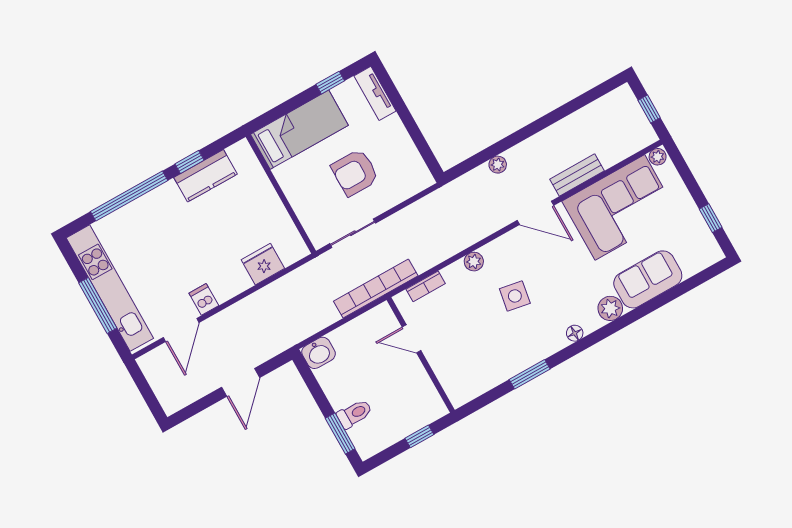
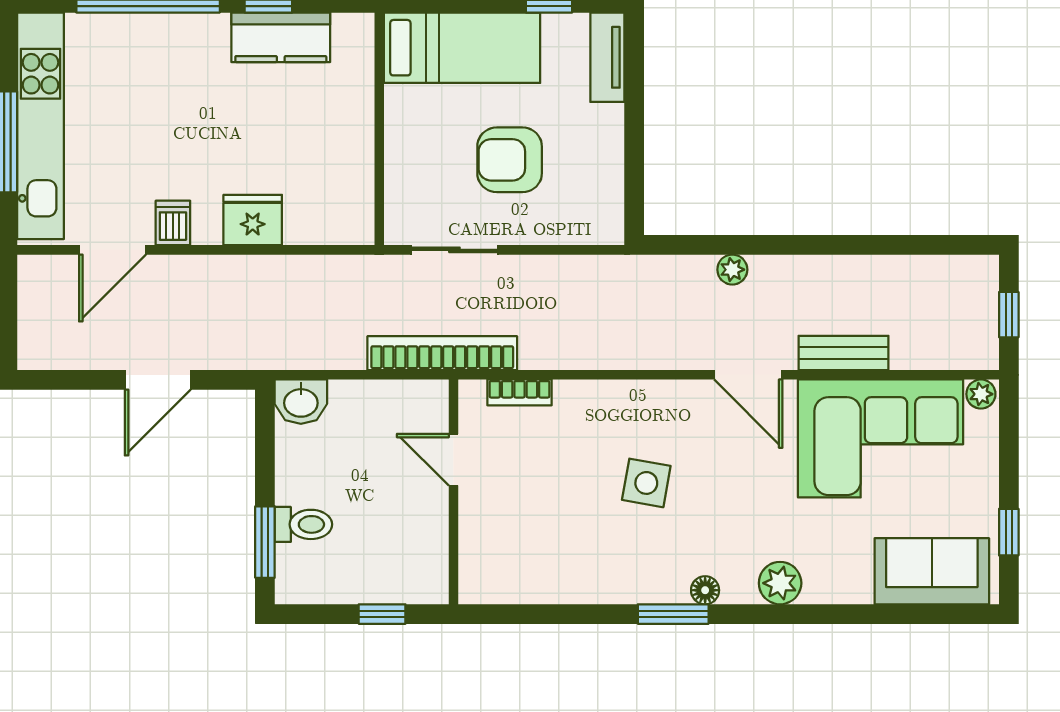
plant: (474, 262) -> (614, 396), removed
fridge: (263, 264) -> (253, 220), moved
sofa: (648, 279) -> (932, 571), moved
window: (530, 374) -> (673, 614), moved

